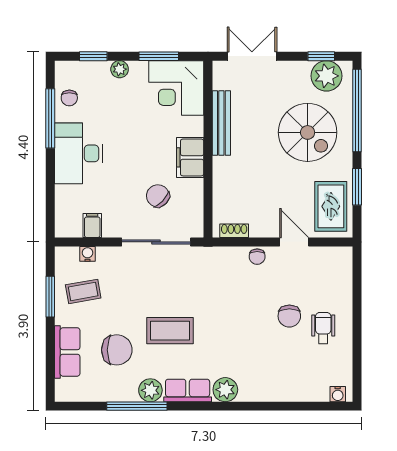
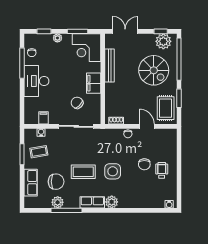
side table: (227, 330) -> (113, 171), added
plant: (150, 390) -> (58, 202), moved

